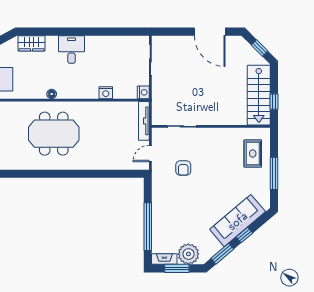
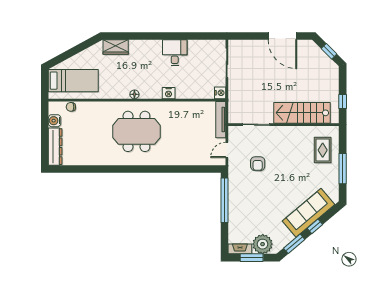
desk: (71, 50) -> (175, 53), moved
nightstand: (106, 93) -> (169, 93), moved
stairs: (259, 95) -> (302, 113), moved, turned 90
window: (148, 227) -> (224, 200), moved

